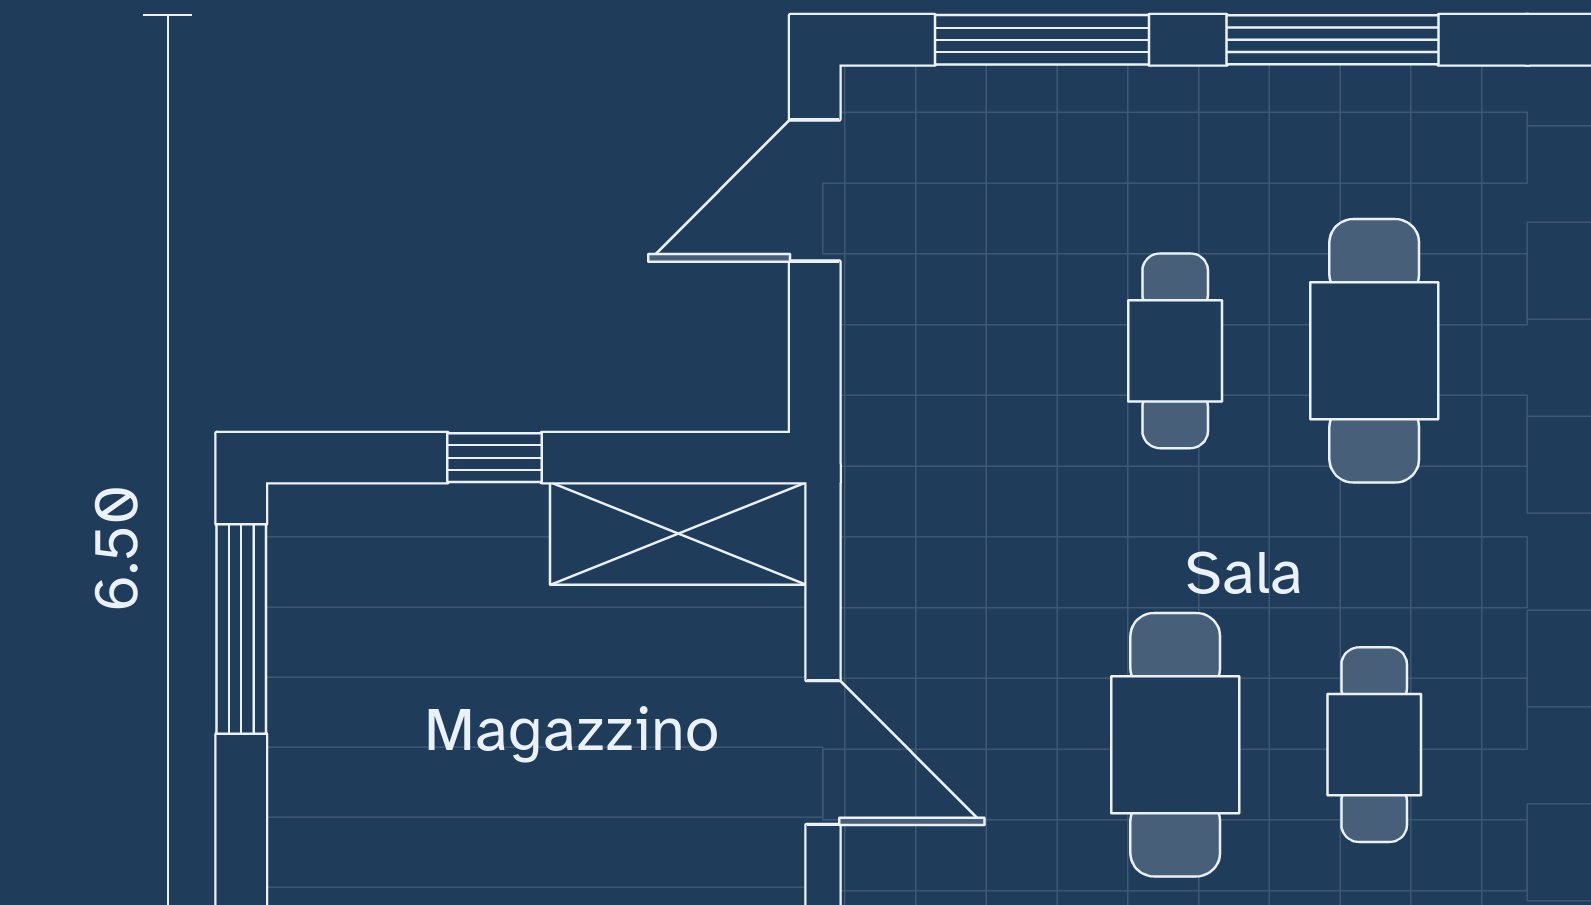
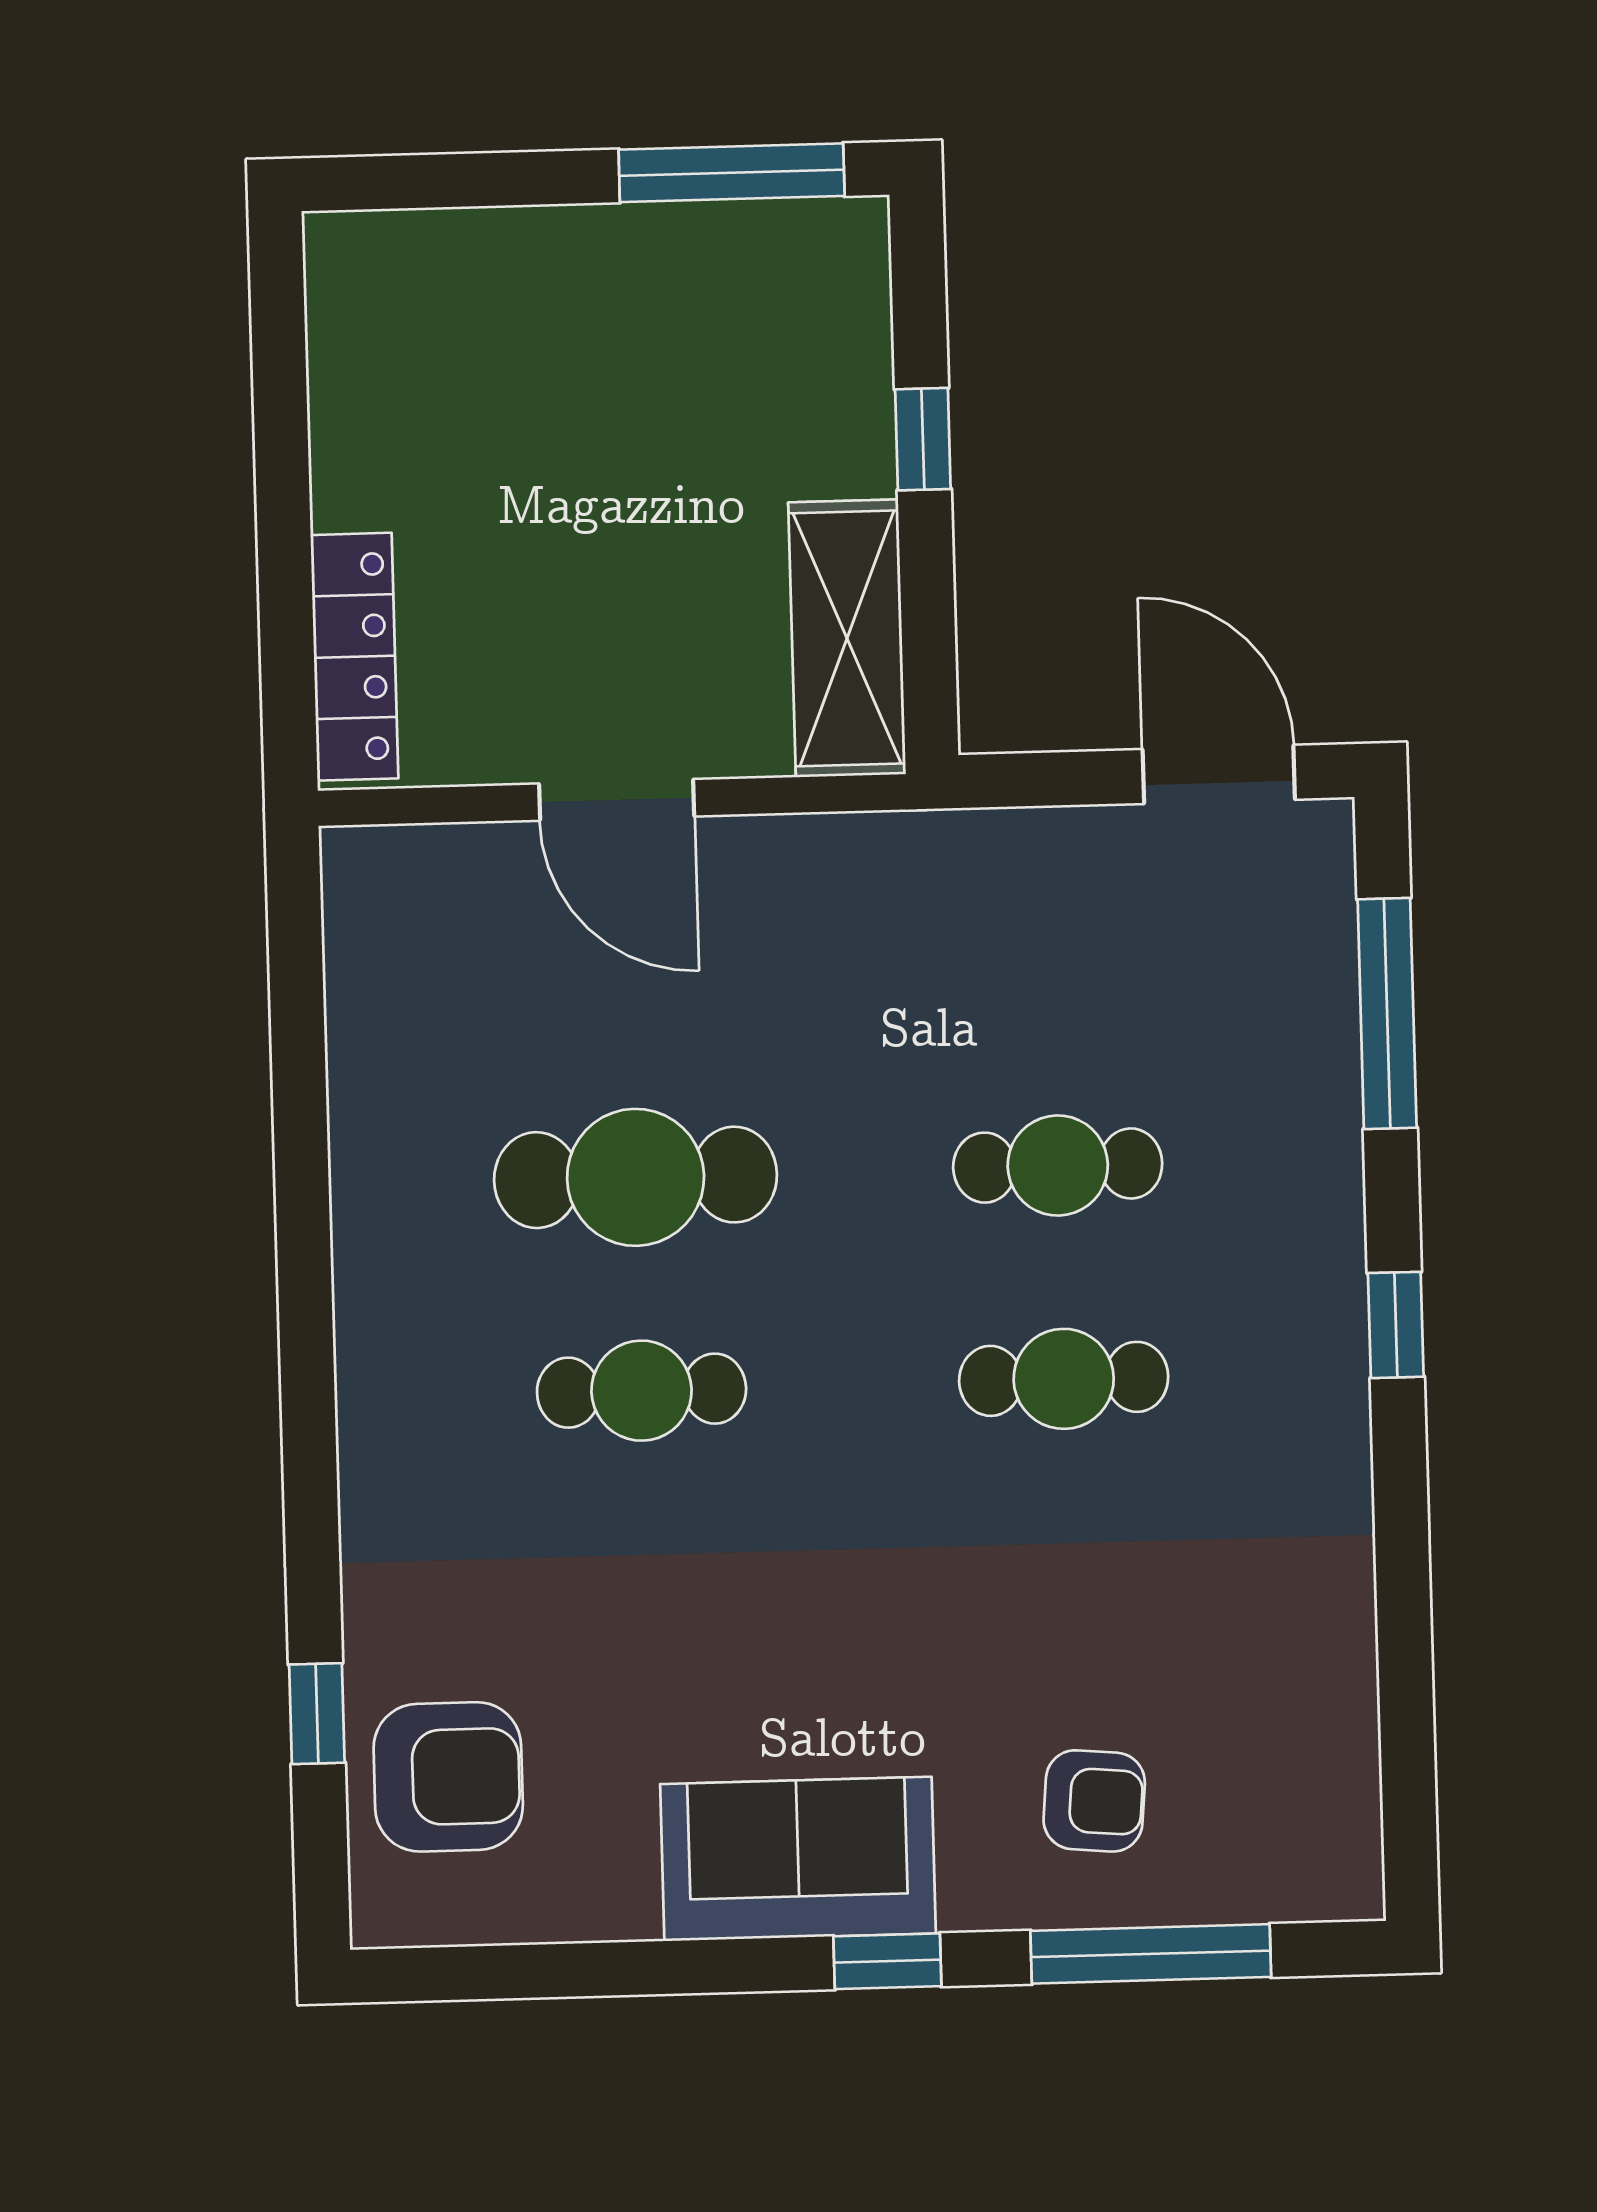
window: (1333, 40) -> (1396, 1325), width x0.46
cafe table: (1374, 351) -> (1064, 1379), width x0.73, depth x0.74
door: (823, 752) -> (617, 800), hinge flipped

